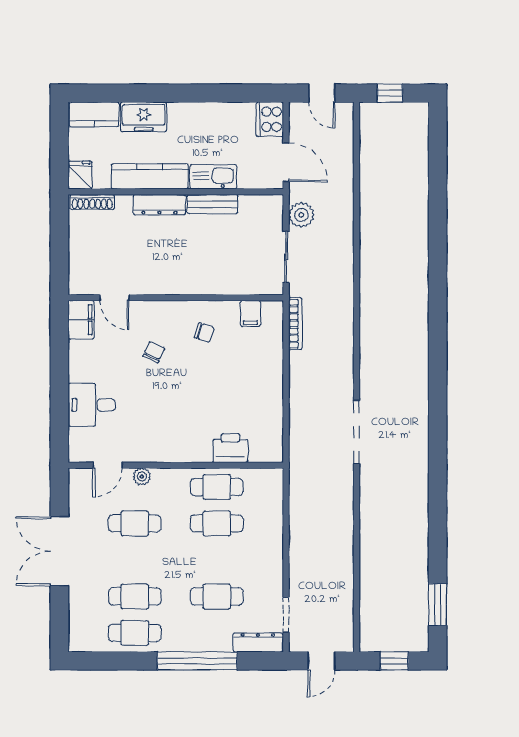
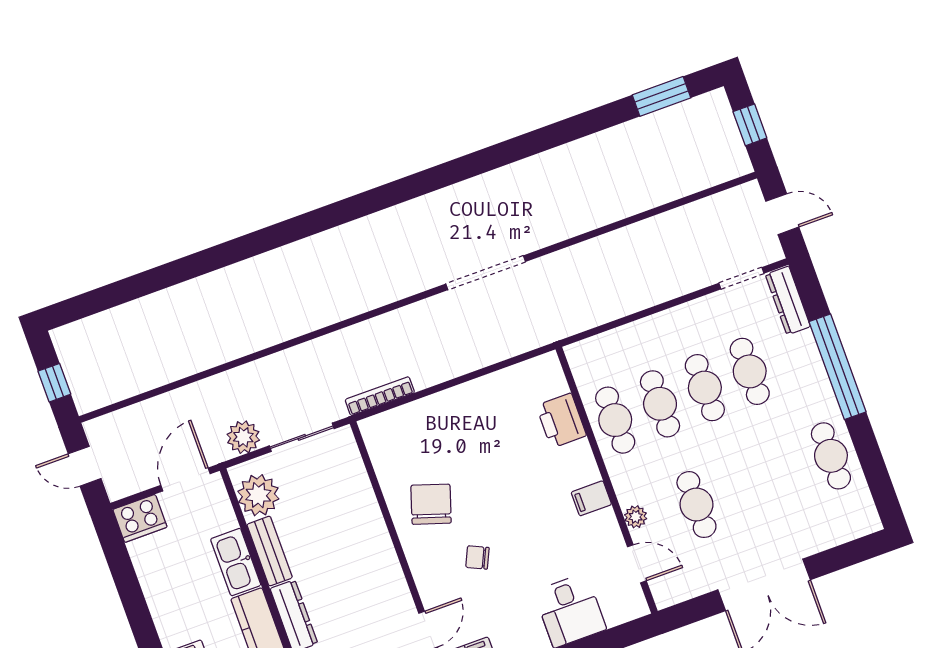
door: (322, 93) -> (85, 466), swing flipped
plant: (256, 211) -> (258, 495), added
filing cabinet: (251, 313) -> (591, 498), moved, turned 180
chair: (204, 332) -> (431, 504), width x1.87, depth x1.87
cafe table: (135, 596) -> (705, 388), moved

